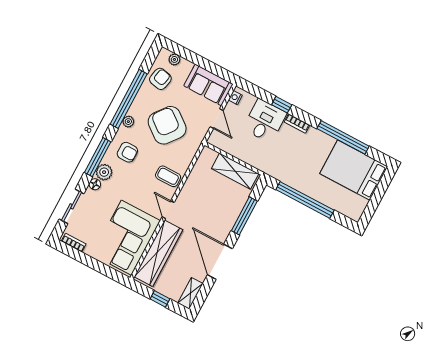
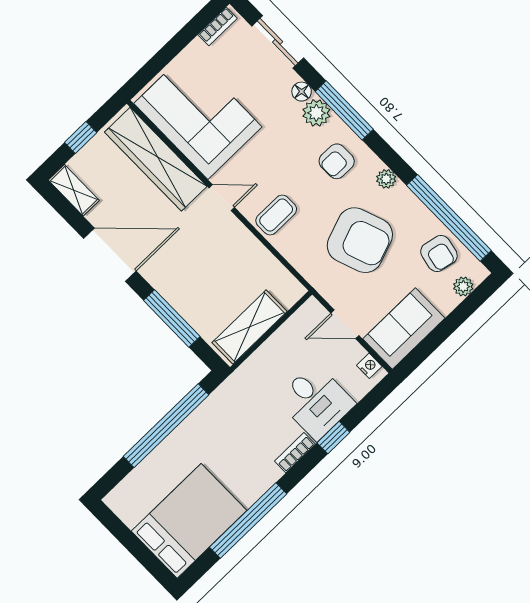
window: (129, 99) -> (449, 218), moved
armchair: (167, 125) -> (360, 240), turned 32

